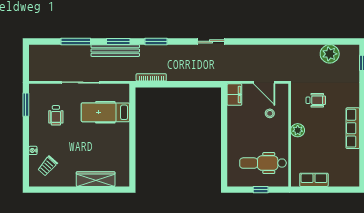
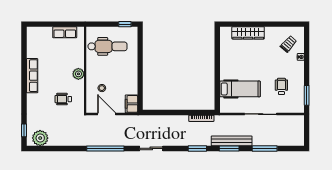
window: (266, 41) -> (105, 148), added
plant: (330, 54) -> (40, 138), moved
window: (261, 190) -> (125, 24), moved

